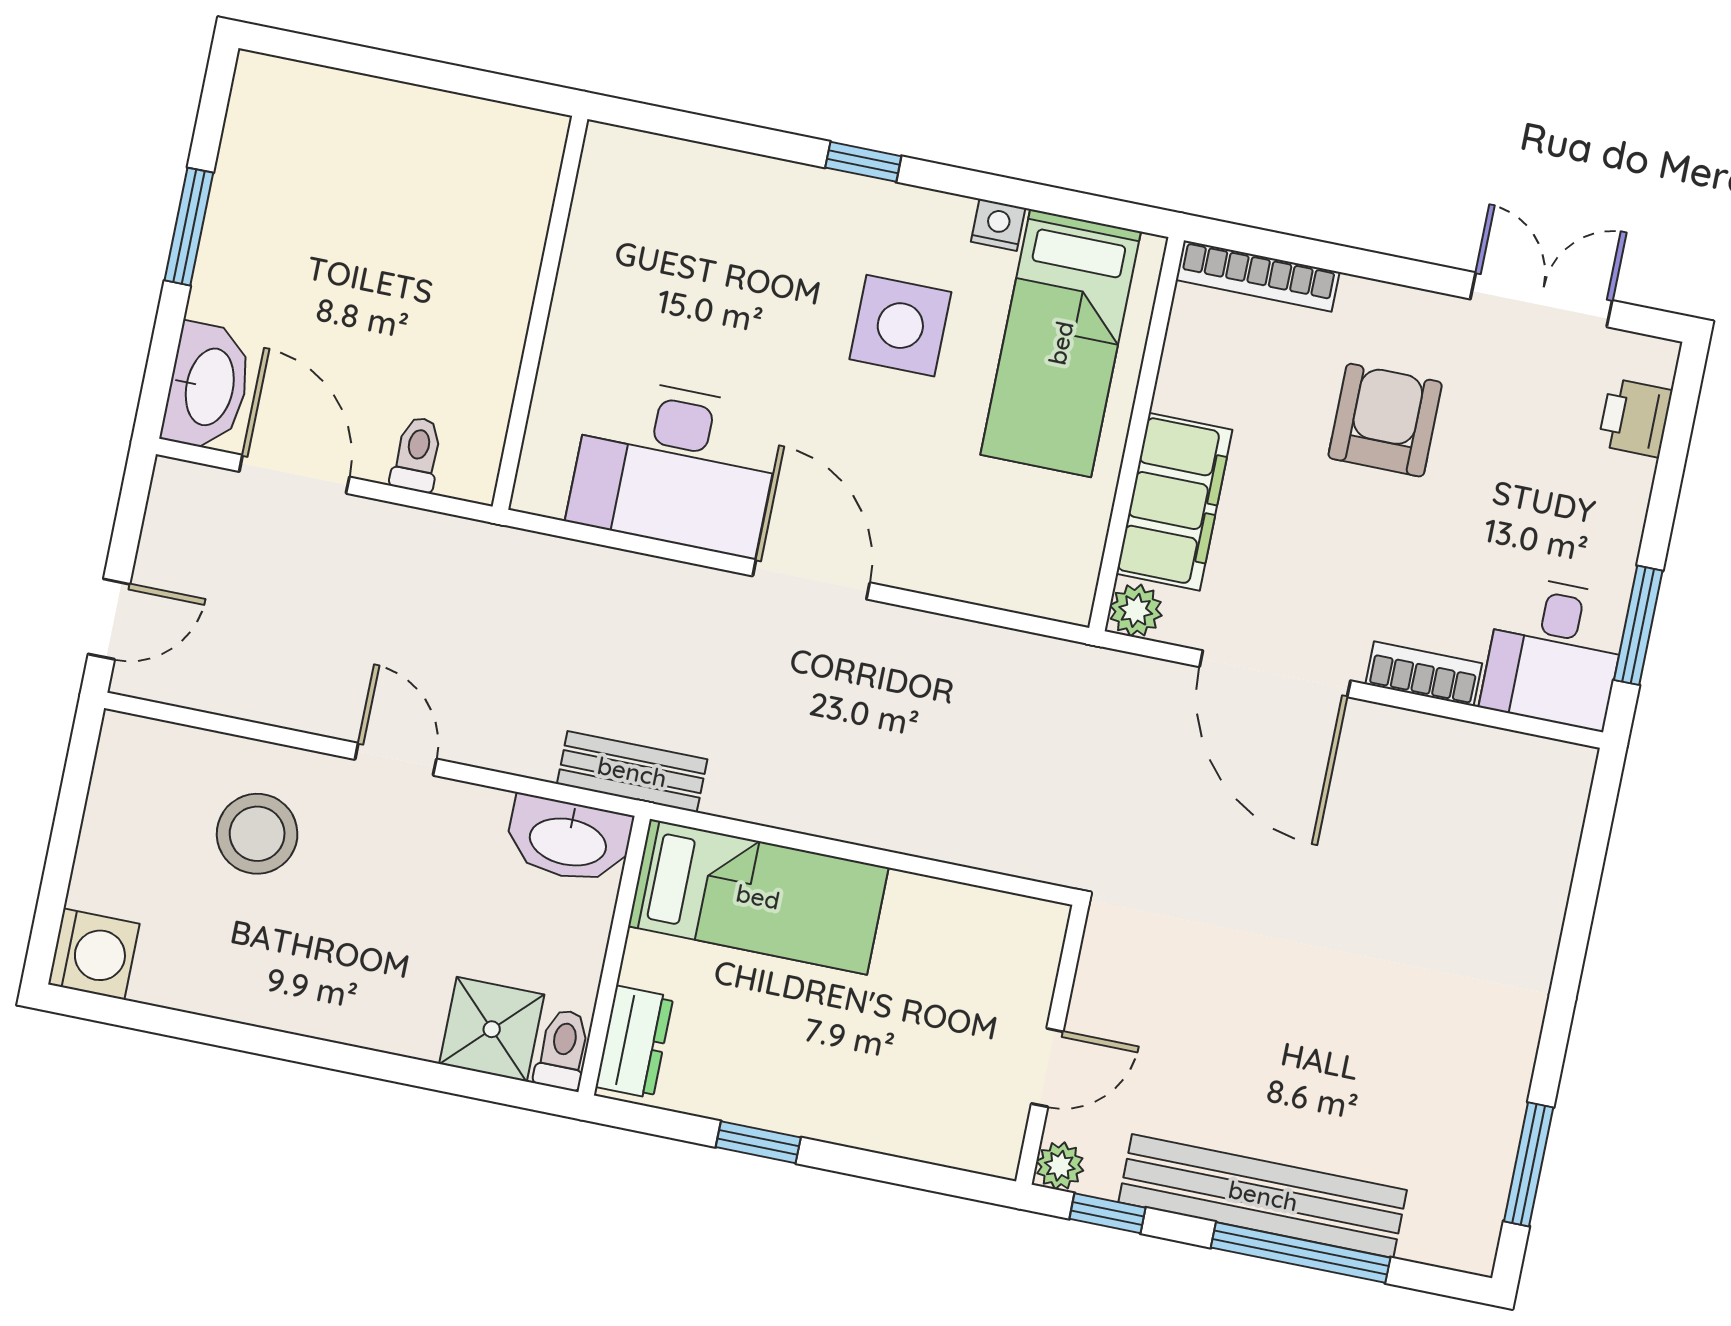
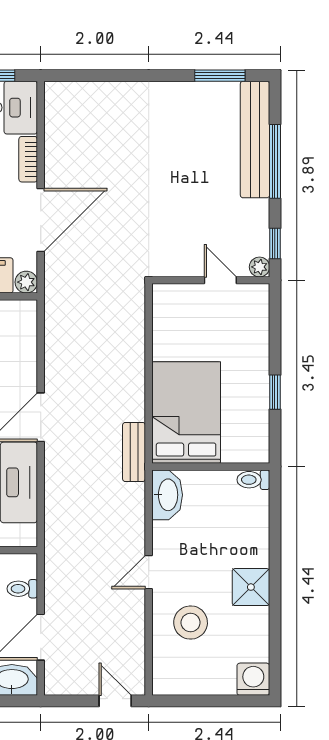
bench: (632, 772) -> (134, 452), moved
bed: (758, 897) -> (186, 412), width x1.50
shower: (492, 1029) -> (251, 587), moved
dresser: (634, 1042) -> (244, 451), removed
bench: (1263, 1196) -> (255, 139), moved

